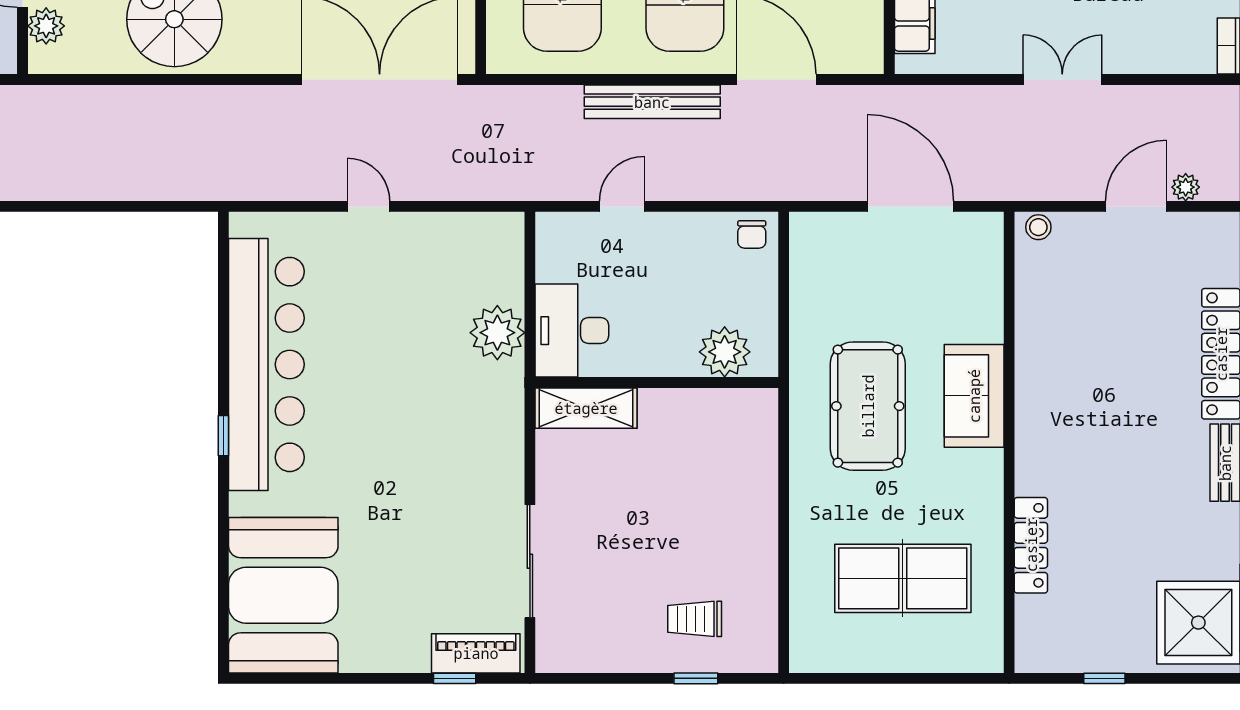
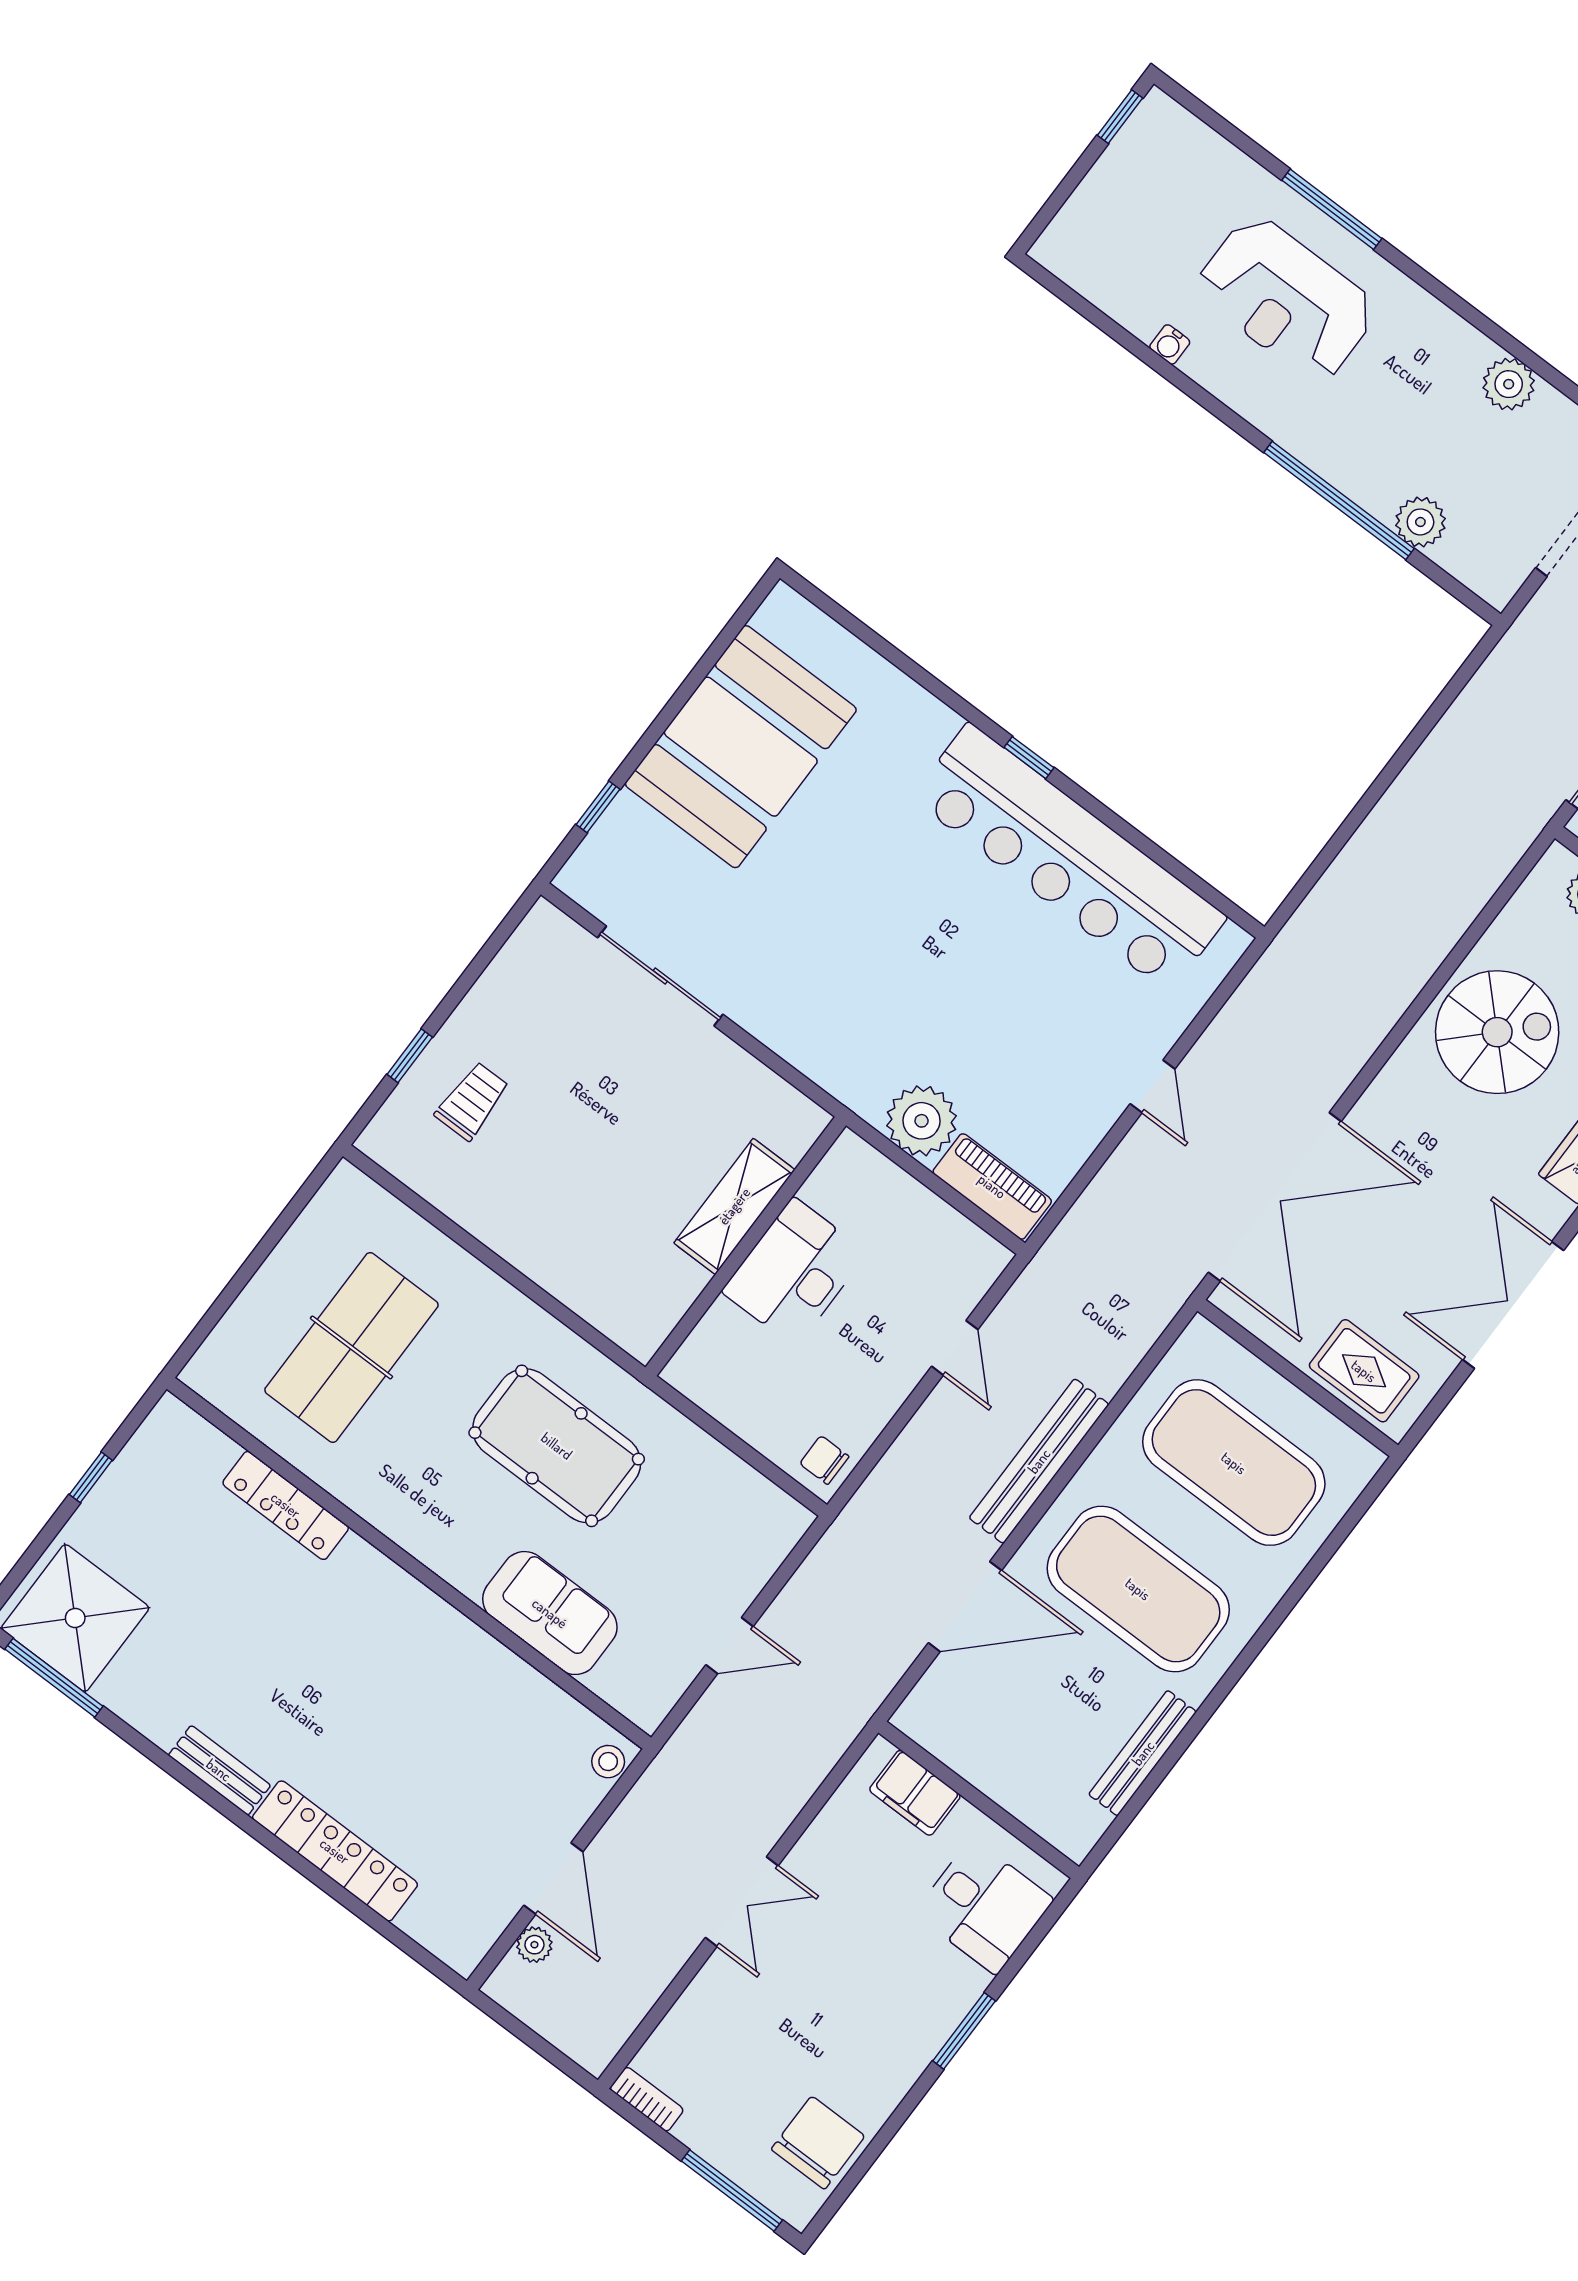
door: (368, 206) -> (1153, 1086), hinge flipped
door: (910, 206) -> (730, 1646), width x0.53
desk: (572, 331) -> (794, 1272), moved, turned -90
plant: (725, 352) -> (724, 1340), removed
sofa: (974, 396) -> (550, 1613), moved
shelving: (586, 408) -> (734, 1206), moved
booth: (283, 595) -> (741, 747), moved, turned 90
piano: (476, 653) -> (992, 1186), moved, turned -90

